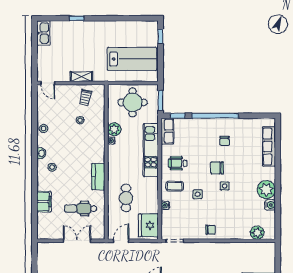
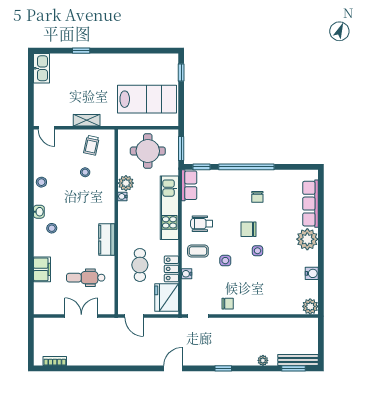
plant: (266, 190) -> (307, 239), moved
locker: (152, 201) -> (171, 269), added
chair: (210, 230) -> (228, 304), moved
plant: (257, 233) -> (310, 306), moved
door: (121, 241) -> (134, 316), swing flipped

